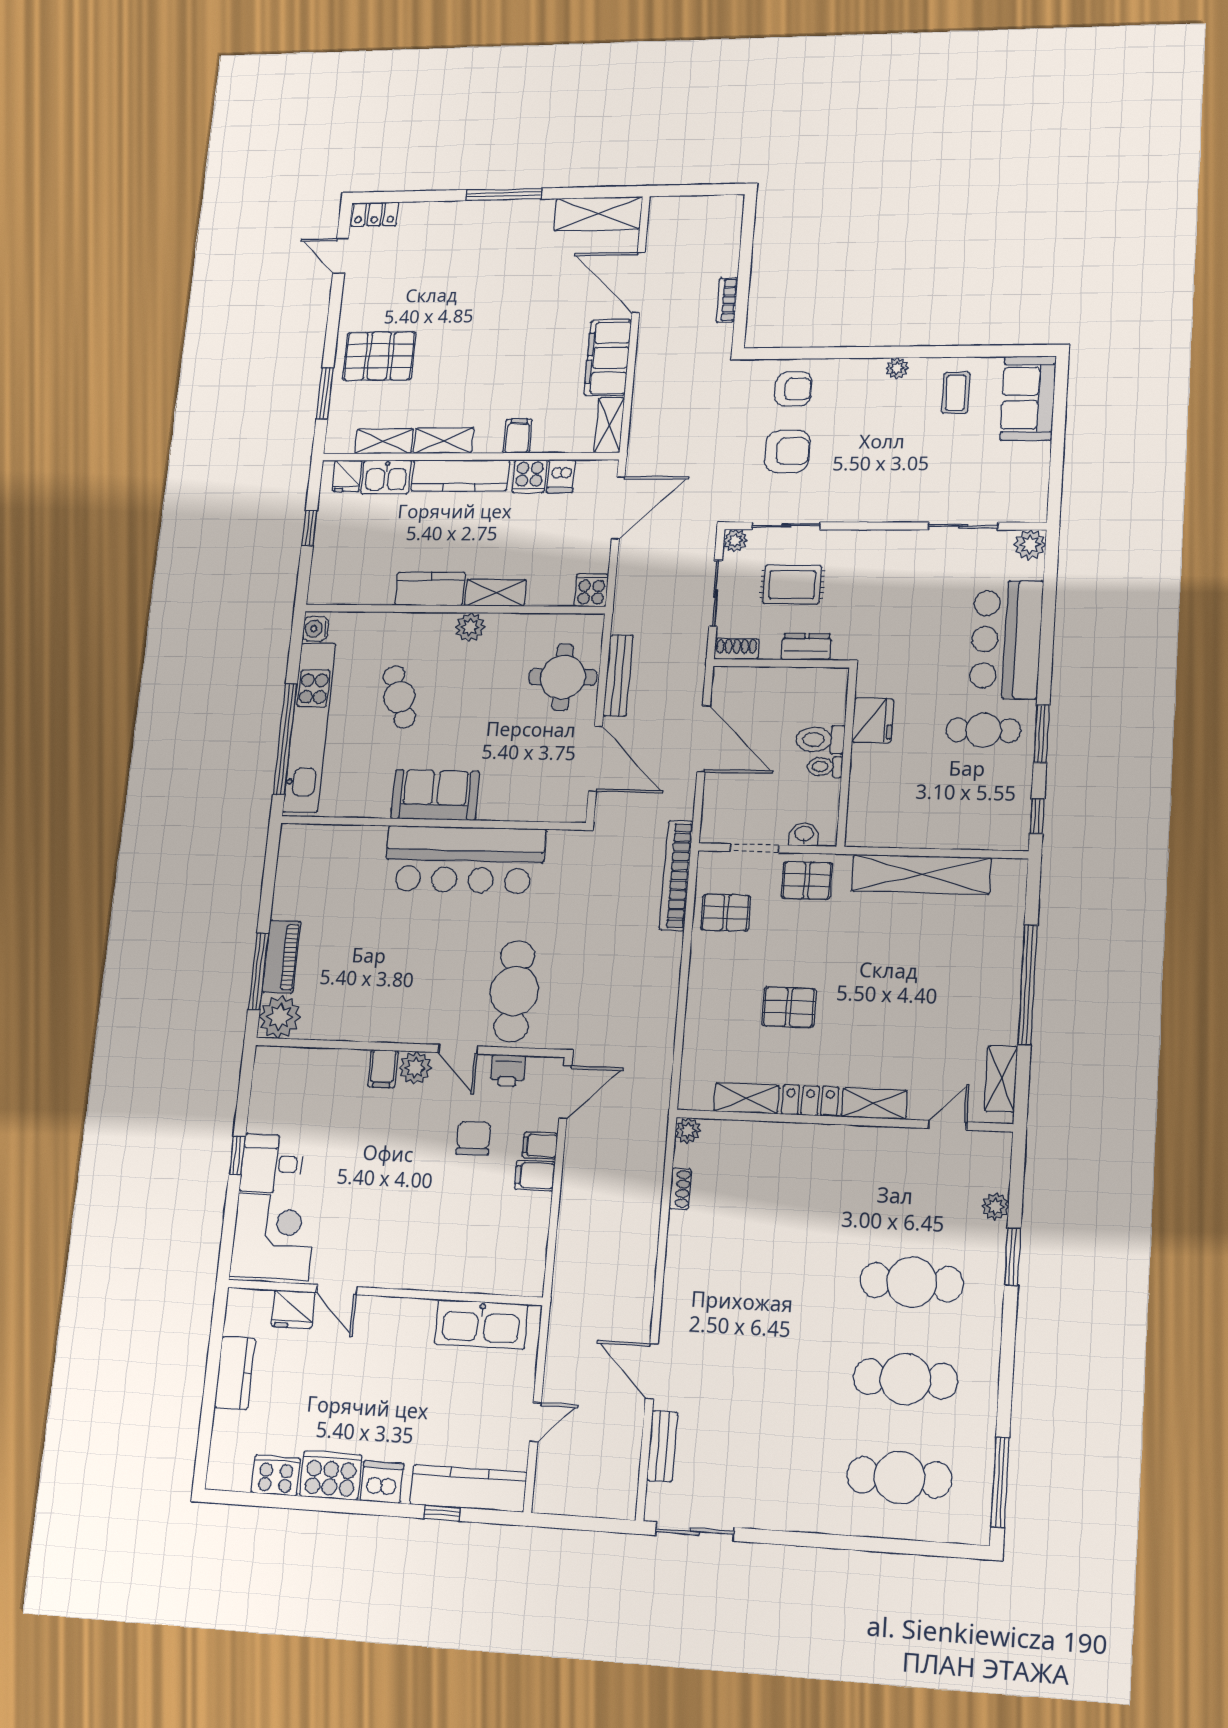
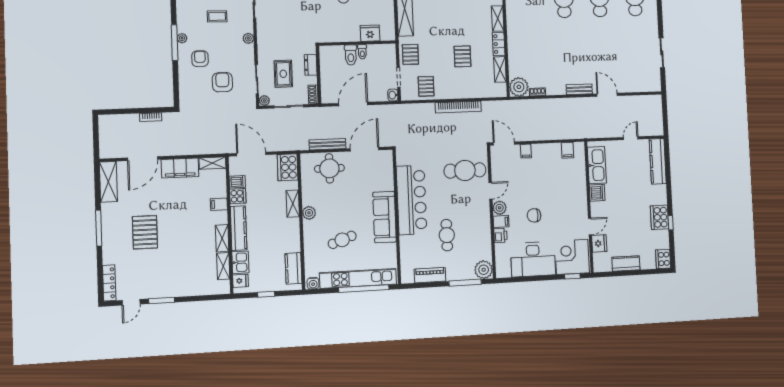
locker: (375, 214) -> (109, 283), width x1.53
window: (889, 352) -> (175, 43), added
pallet: (379, 356) -> (145, 232), moved
armchair: (793, 389) -> (200, 59), moved
window: (325, 393) -> (162, 300), moved
coffee table: (956, 393) -> (217, 16), moved
plant: (883, 511) -> (248, 38), added
kitchen counter: (430, 589) -> (293, 268), moved
cooker: (591, 590) -> (288, 167), width x1.87, depth x1.31
fridge: (873, 720) -> (370, 33), moved
sofa: (435, 795) -> (385, 217), width x1.36
washbasin: (804, 834) -> (393, 95), moved
bookcase: (676, 875) -> (458, 107), moved
cafe table: (372, 936) -> (447, 235), added
piano: (281, 957) -> (430, 275), moved
printer: (508, 1071) -> (500, 235), moved
plant: (688, 1131) -> (519, 87), width x1.88, depth x1.88
chair: (473, 1138) -> (534, 215), moved
window: (237, 1156) -> (572, 276), moved
desk: (272, 1164) -> (533, 259), width x1.87, depth x1.30
filing cabinet: (535, 1175) -> (568, 150), moved
door: (652, 1371) -> (607, 95), swing flipped
door: (535, 1422) -> (631, 138), hinge flipped
bench: (662, 1446) -> (579, 89), moved
cooker: (276, 1475) -> (663, 259), moved
dishwasher: (382, 1482) -> (597, 193), moved, turned 180
window: (442, 1513) -> (671, 223), moved
sliding door: (695, 1531) -> (662, 53), moved

